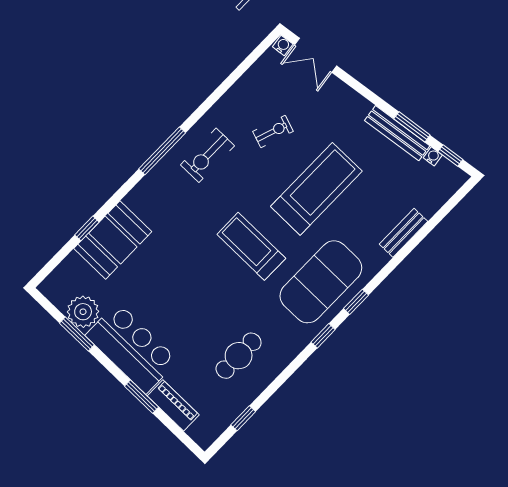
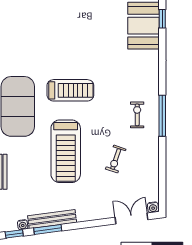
window: (162, 151) -> (162, 116), moved
exercise bike: (207, 155) -> (137, 115), width x0.73, depth x0.72
cafe table: (239, 356) -> (23, 29), removed

